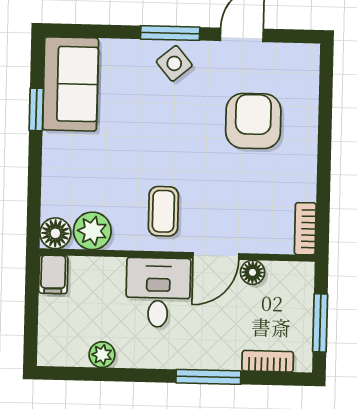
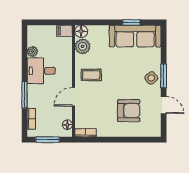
sofa: (71, 84) -> (135, 36), width x1.36
door: (216, 256) -> (74, 97), hinge flipped
floor lamp: (253, 272) -> (67, 125), moved
desk: (158, 292) -> (41, 71), moved, turned 180

